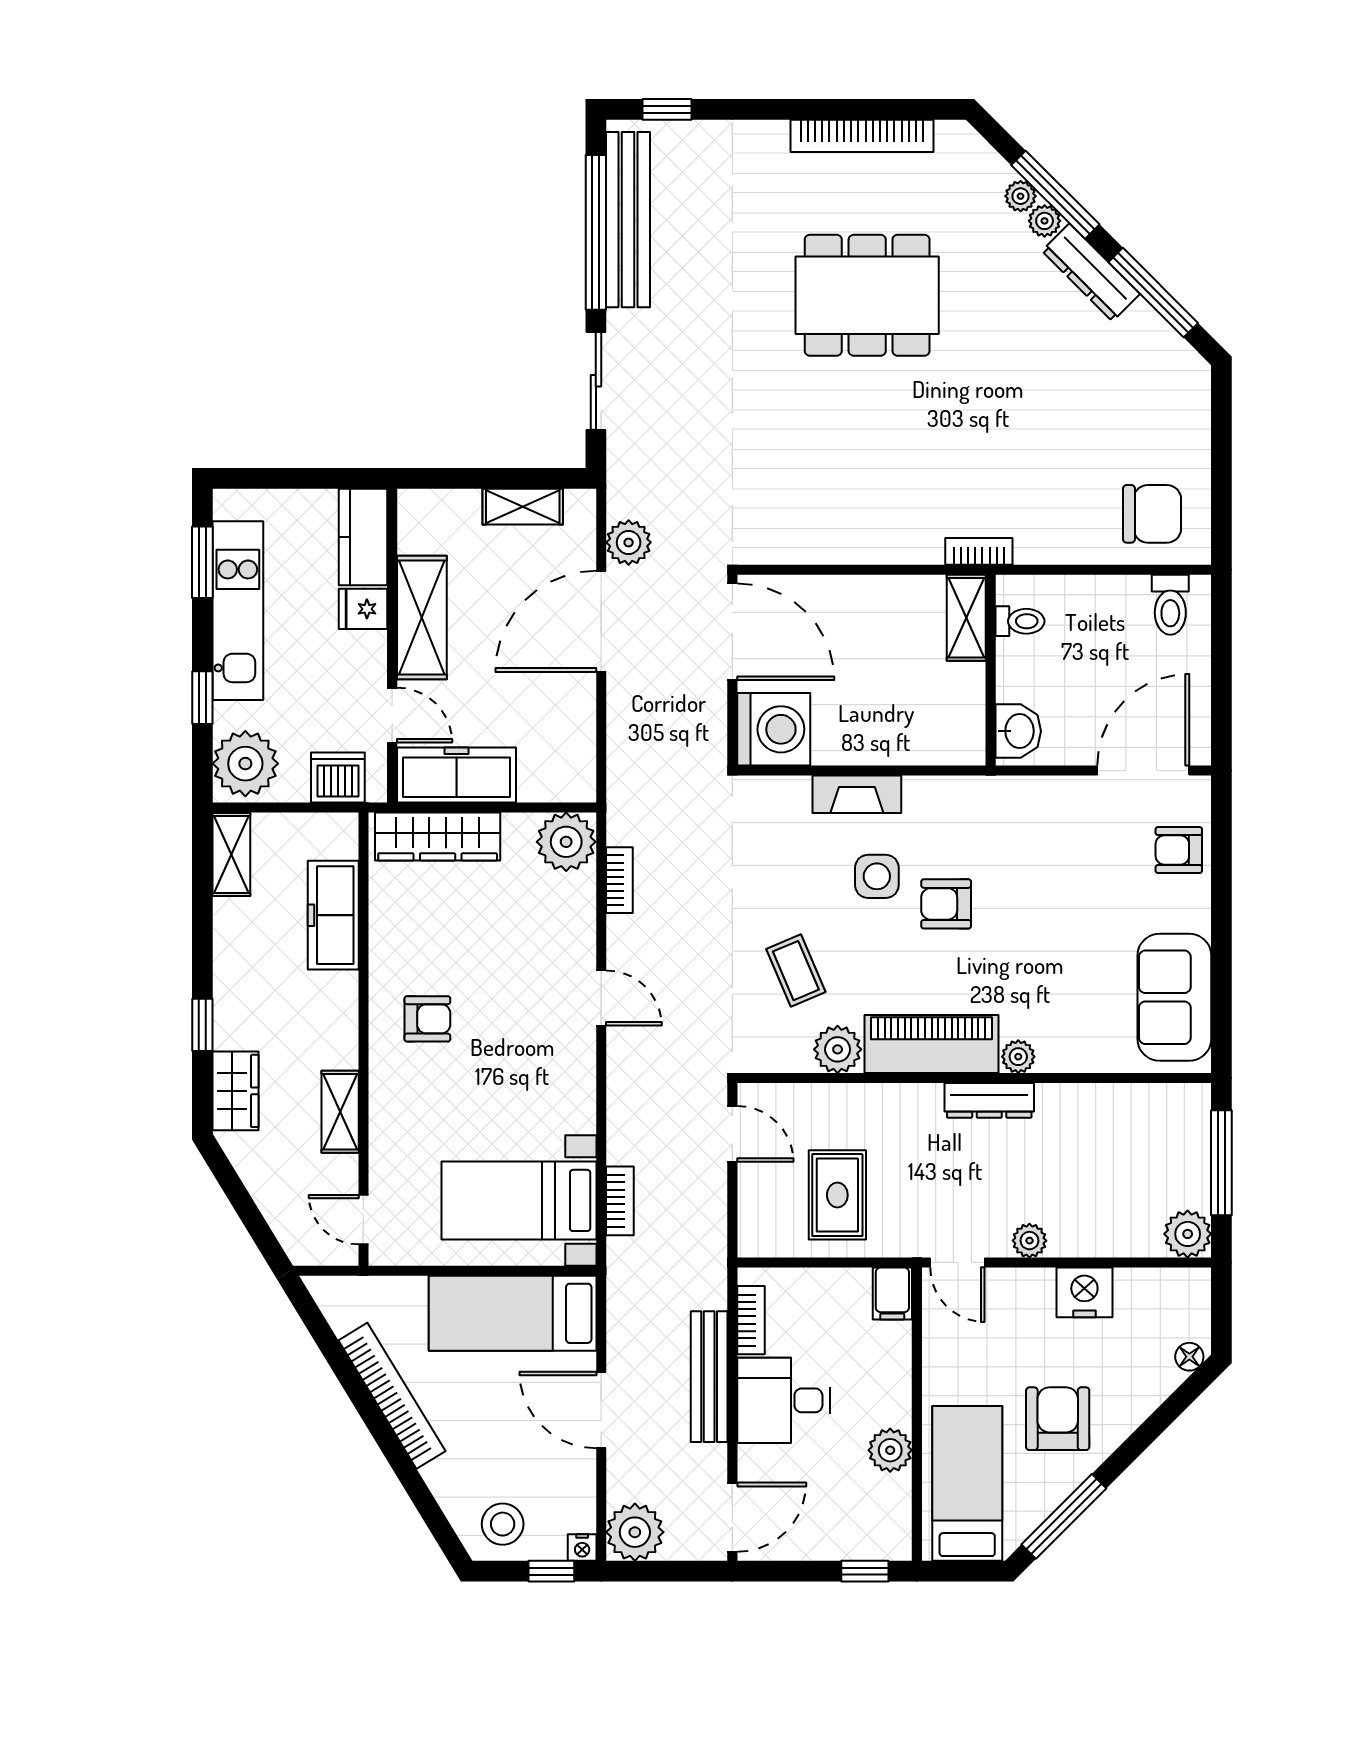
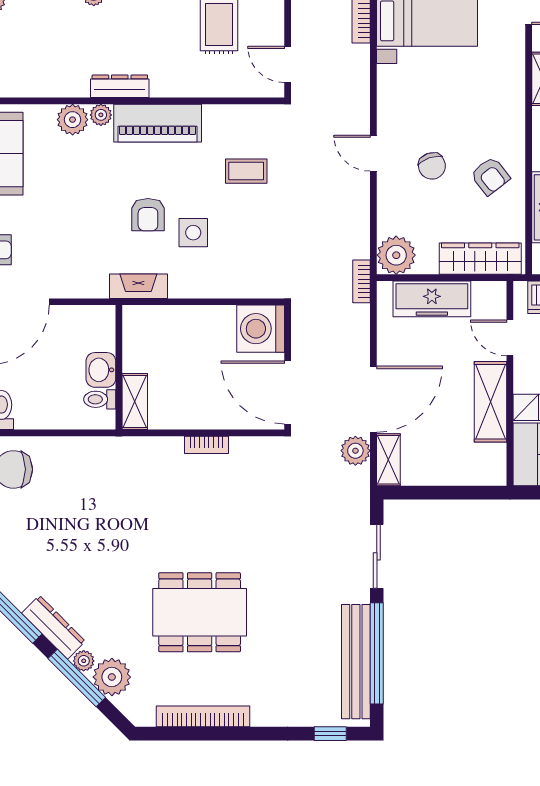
plant: (1021, 196) -> (112, 677), width x1.88, depth x1.88
shelving: (523, 507) -> (388, 460), moved, turned 90
bookcase: (979, 551) -> (206, 445), moved
washbasin: (1018, 731) -> (101, 370), moved
freezer: (456, 775) -> (432, 299), moved
fireplace: (857, 794) -> (138, 286), moved
bookcase: (619, 880) -> (361, 281), moved
armchair: (946, 904) -> (148, 215), turned 90
coffee table: (796, 971) -> (246, 171), turned -67
chair: (511, 978) -> (432, 166), added
armchair: (427, 1019) -> (490, 176), moved, turned -128
plant: (838, 1049) -> (73, 120), moved

